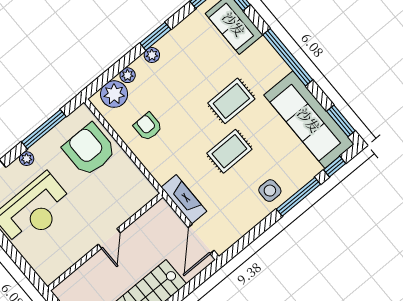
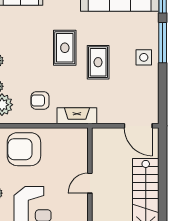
rug: (231, 101) -> (65, 48), moved
fireplace: (184, 199) -> (77, 116), moved
door: (109, 238) -> (90, 183), swing flipped

